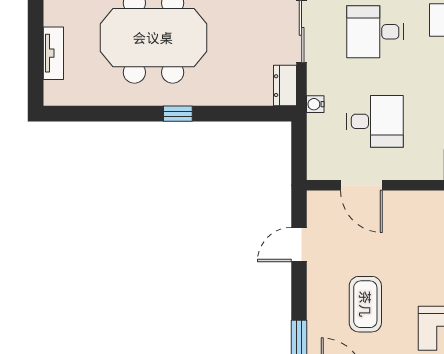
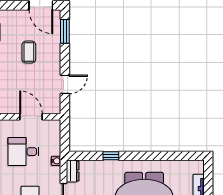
window: (178, 114) -> (111, 156), moved
coffee table: (365, 304) -> (29, 52), width x0.73, depth x0.77

